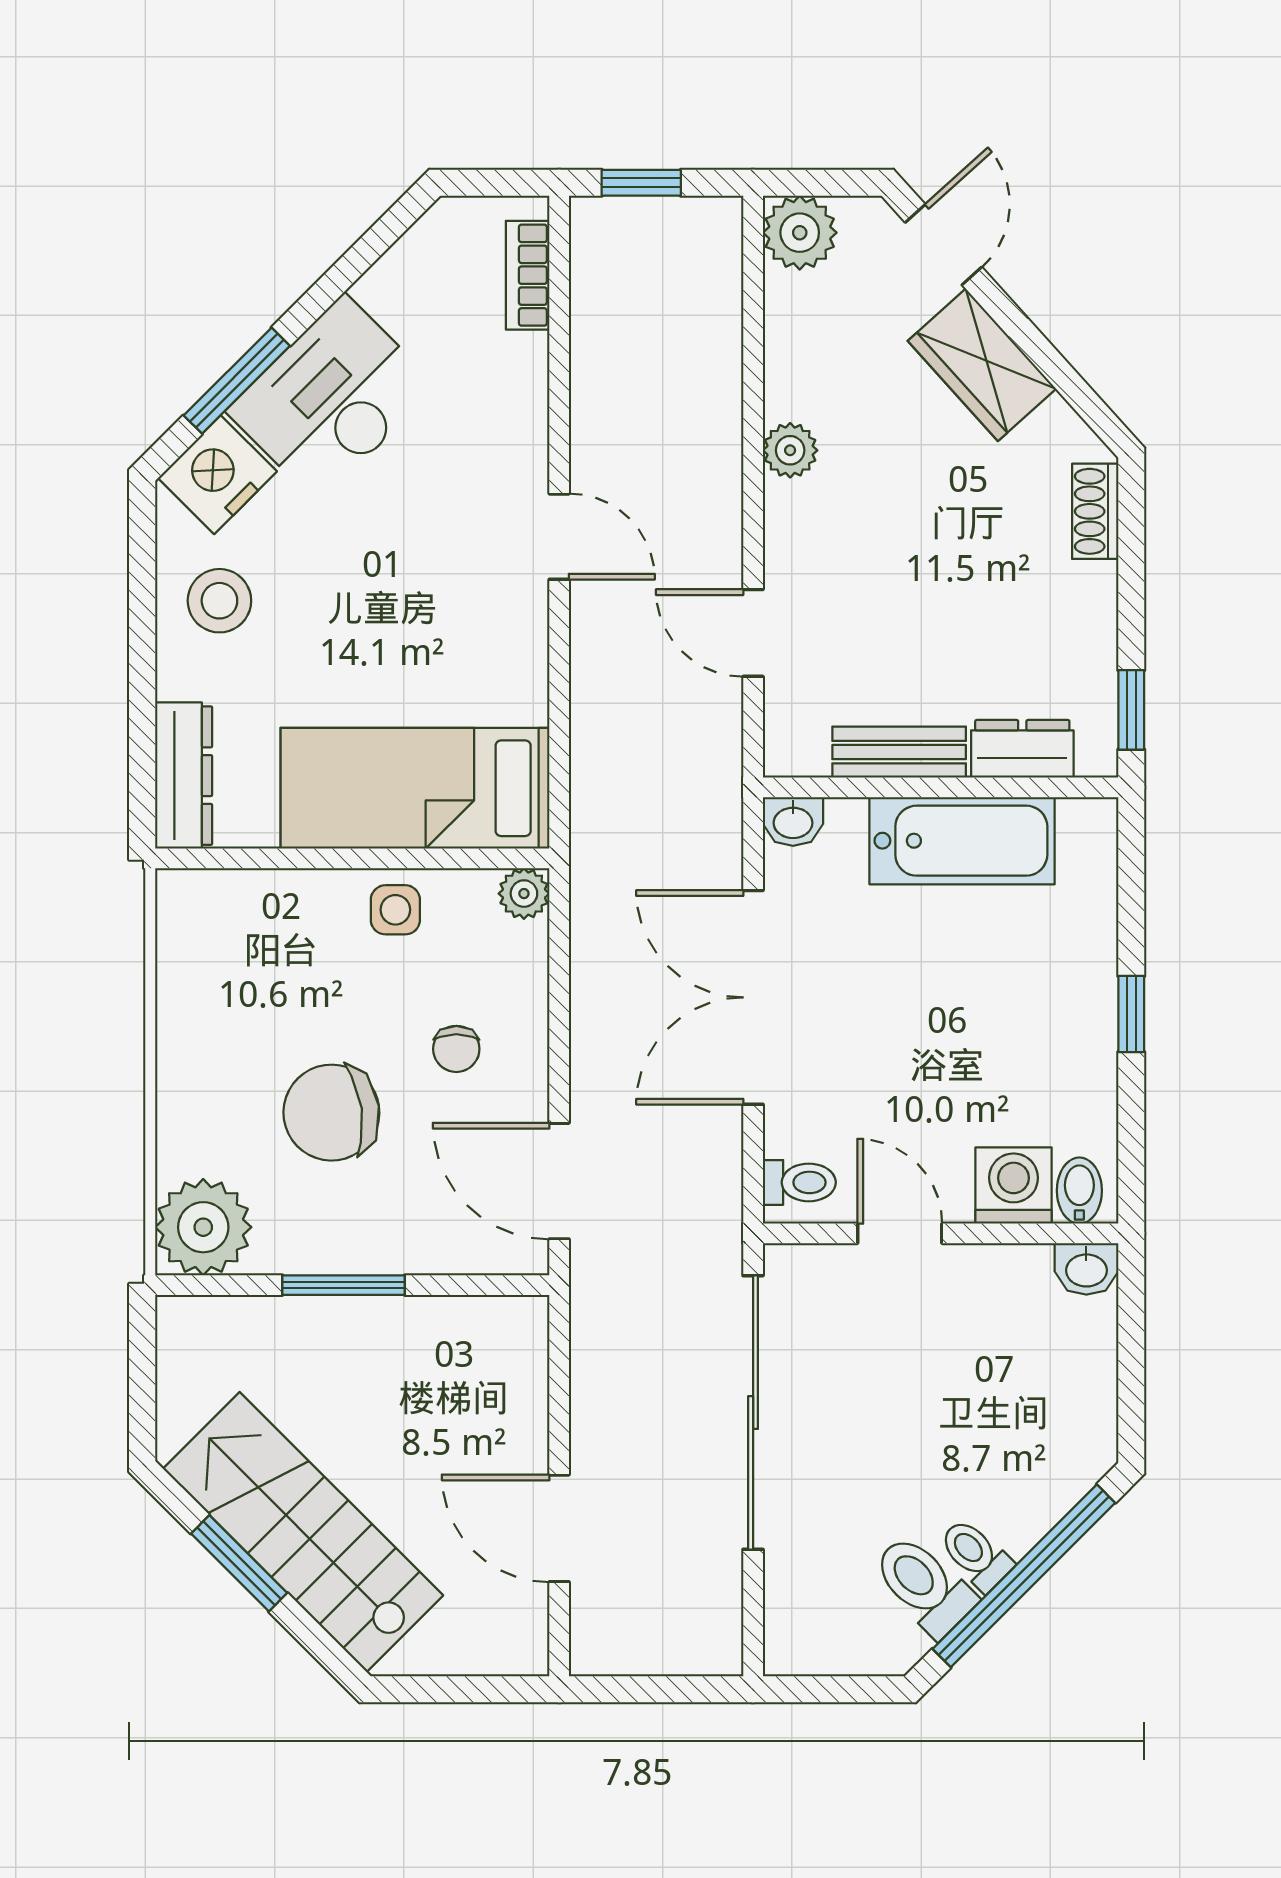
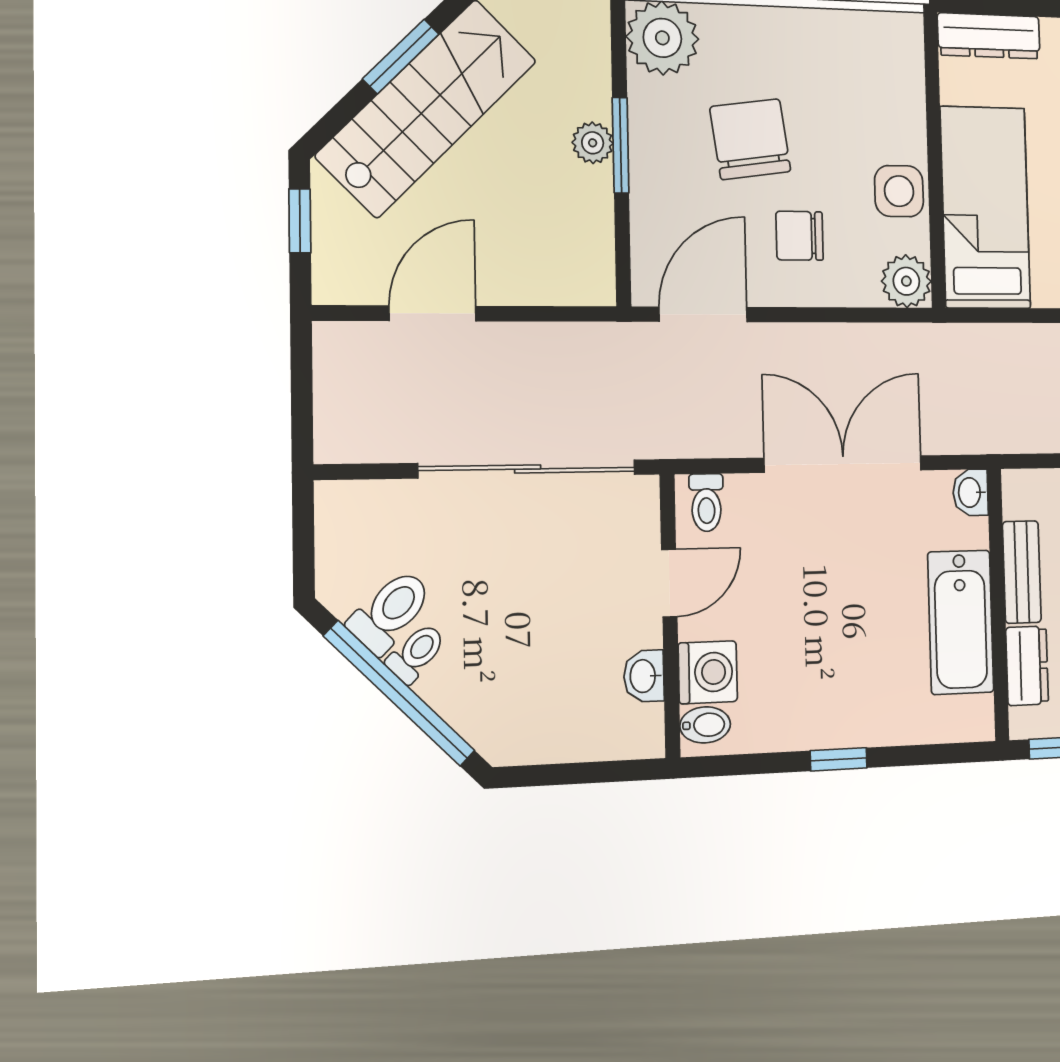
plant: (524, 894) -> (906, 281), width x1.38, depth x1.38
side table: (395, 910) -> (899, 191), width x1.37, depth x1.37
chair: (456, 1049) -> (800, 236), width x1.37, depth x1.37
washbasin: (1086, 1269) -> (644, 676), moved
plant: (341, 1322) -> (593, 143), added
window: (446, 1689) -> (300, 221), added

